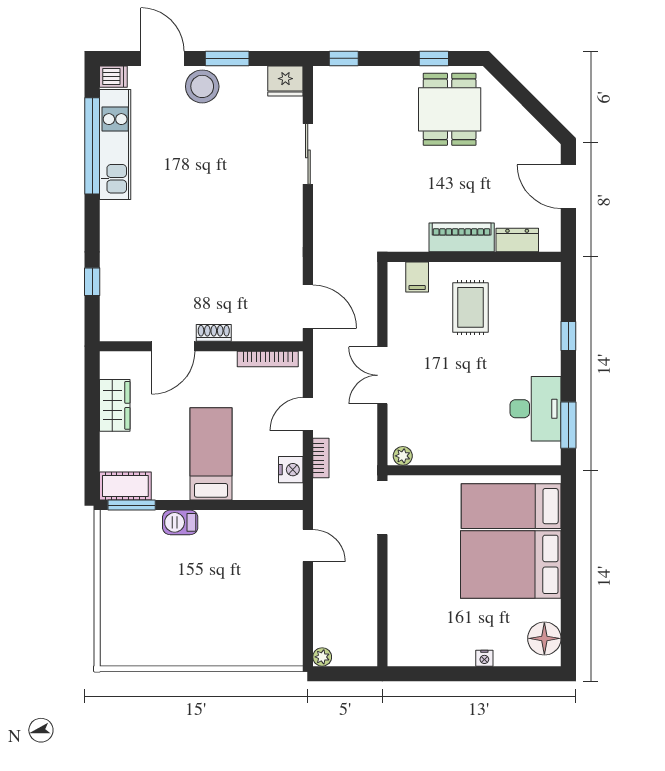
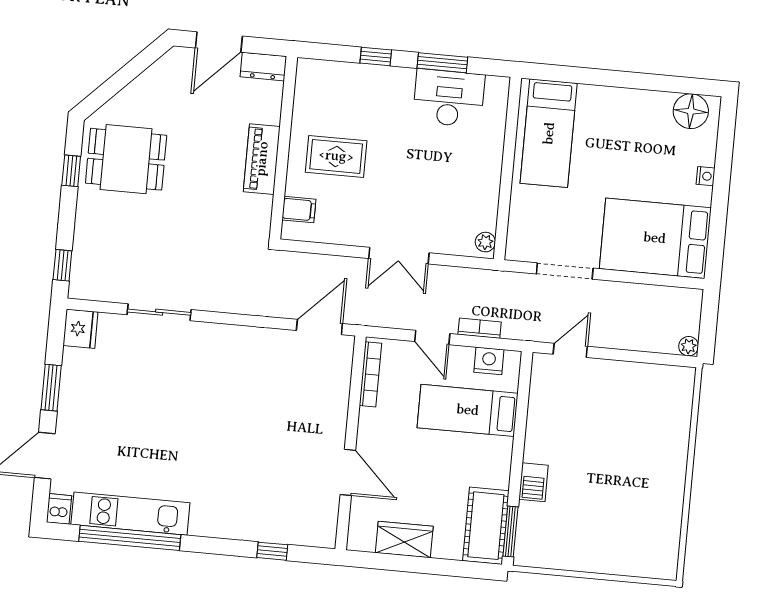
stool: (202, 86) -> (78, 417), removed
dresser: (517, 240) -> (263, 67), moved, turned -90
shoe rack: (214, 333) -> (338, 428), removed
window: (568, 425) -> (442, 63), moved
bed: (211, 454) -> (468, 410), moved
cot: (125, 486) -> (486, 526), width x1.37, depth x1.34
doorway: (382, 508) -> (565, 271), moved
bed: (511, 564) -> (655, 238), moved, turned 90

